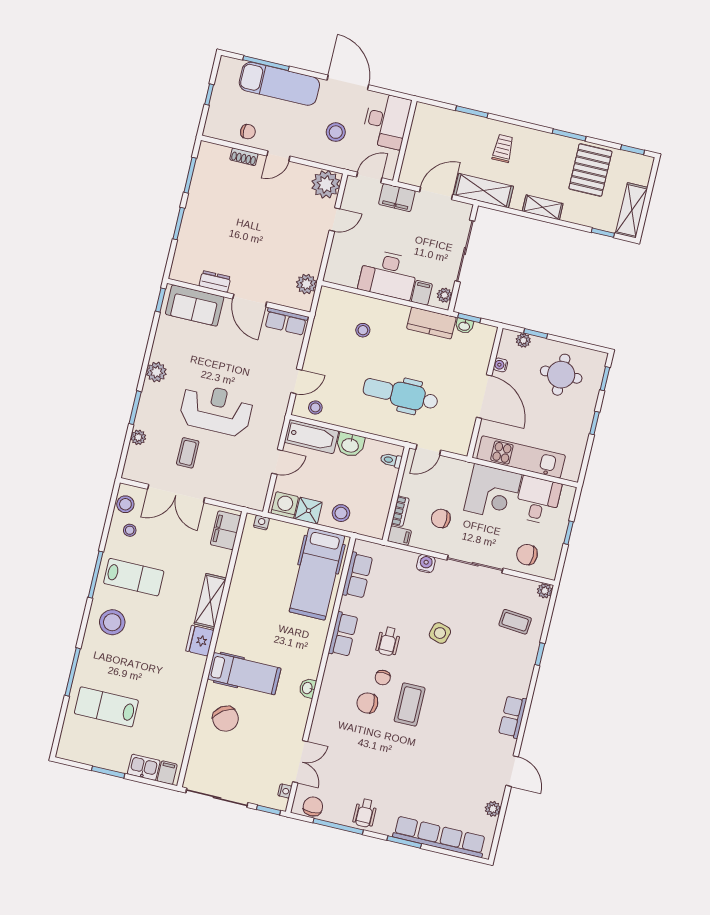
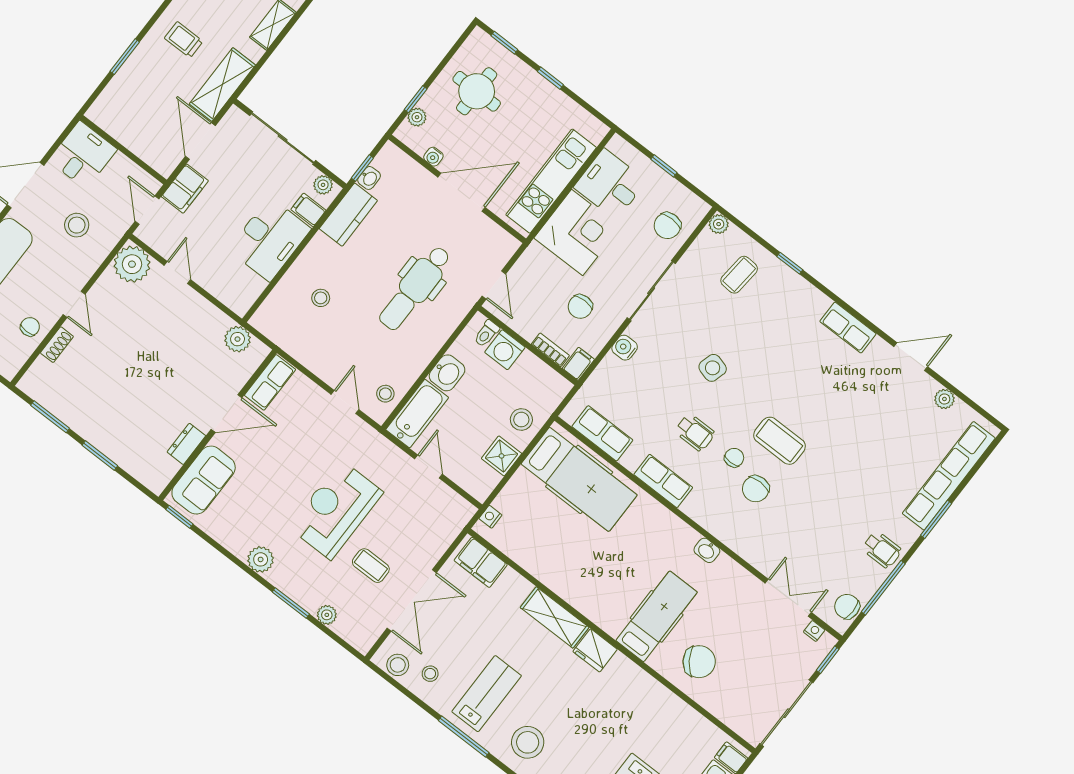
desk: (386, 121) -> (83, 155), width x0.73
washing machine: (285, 505) -> (505, 350), moved, turned -90
chair: (383, 678) -> (734, 458), turned -90

